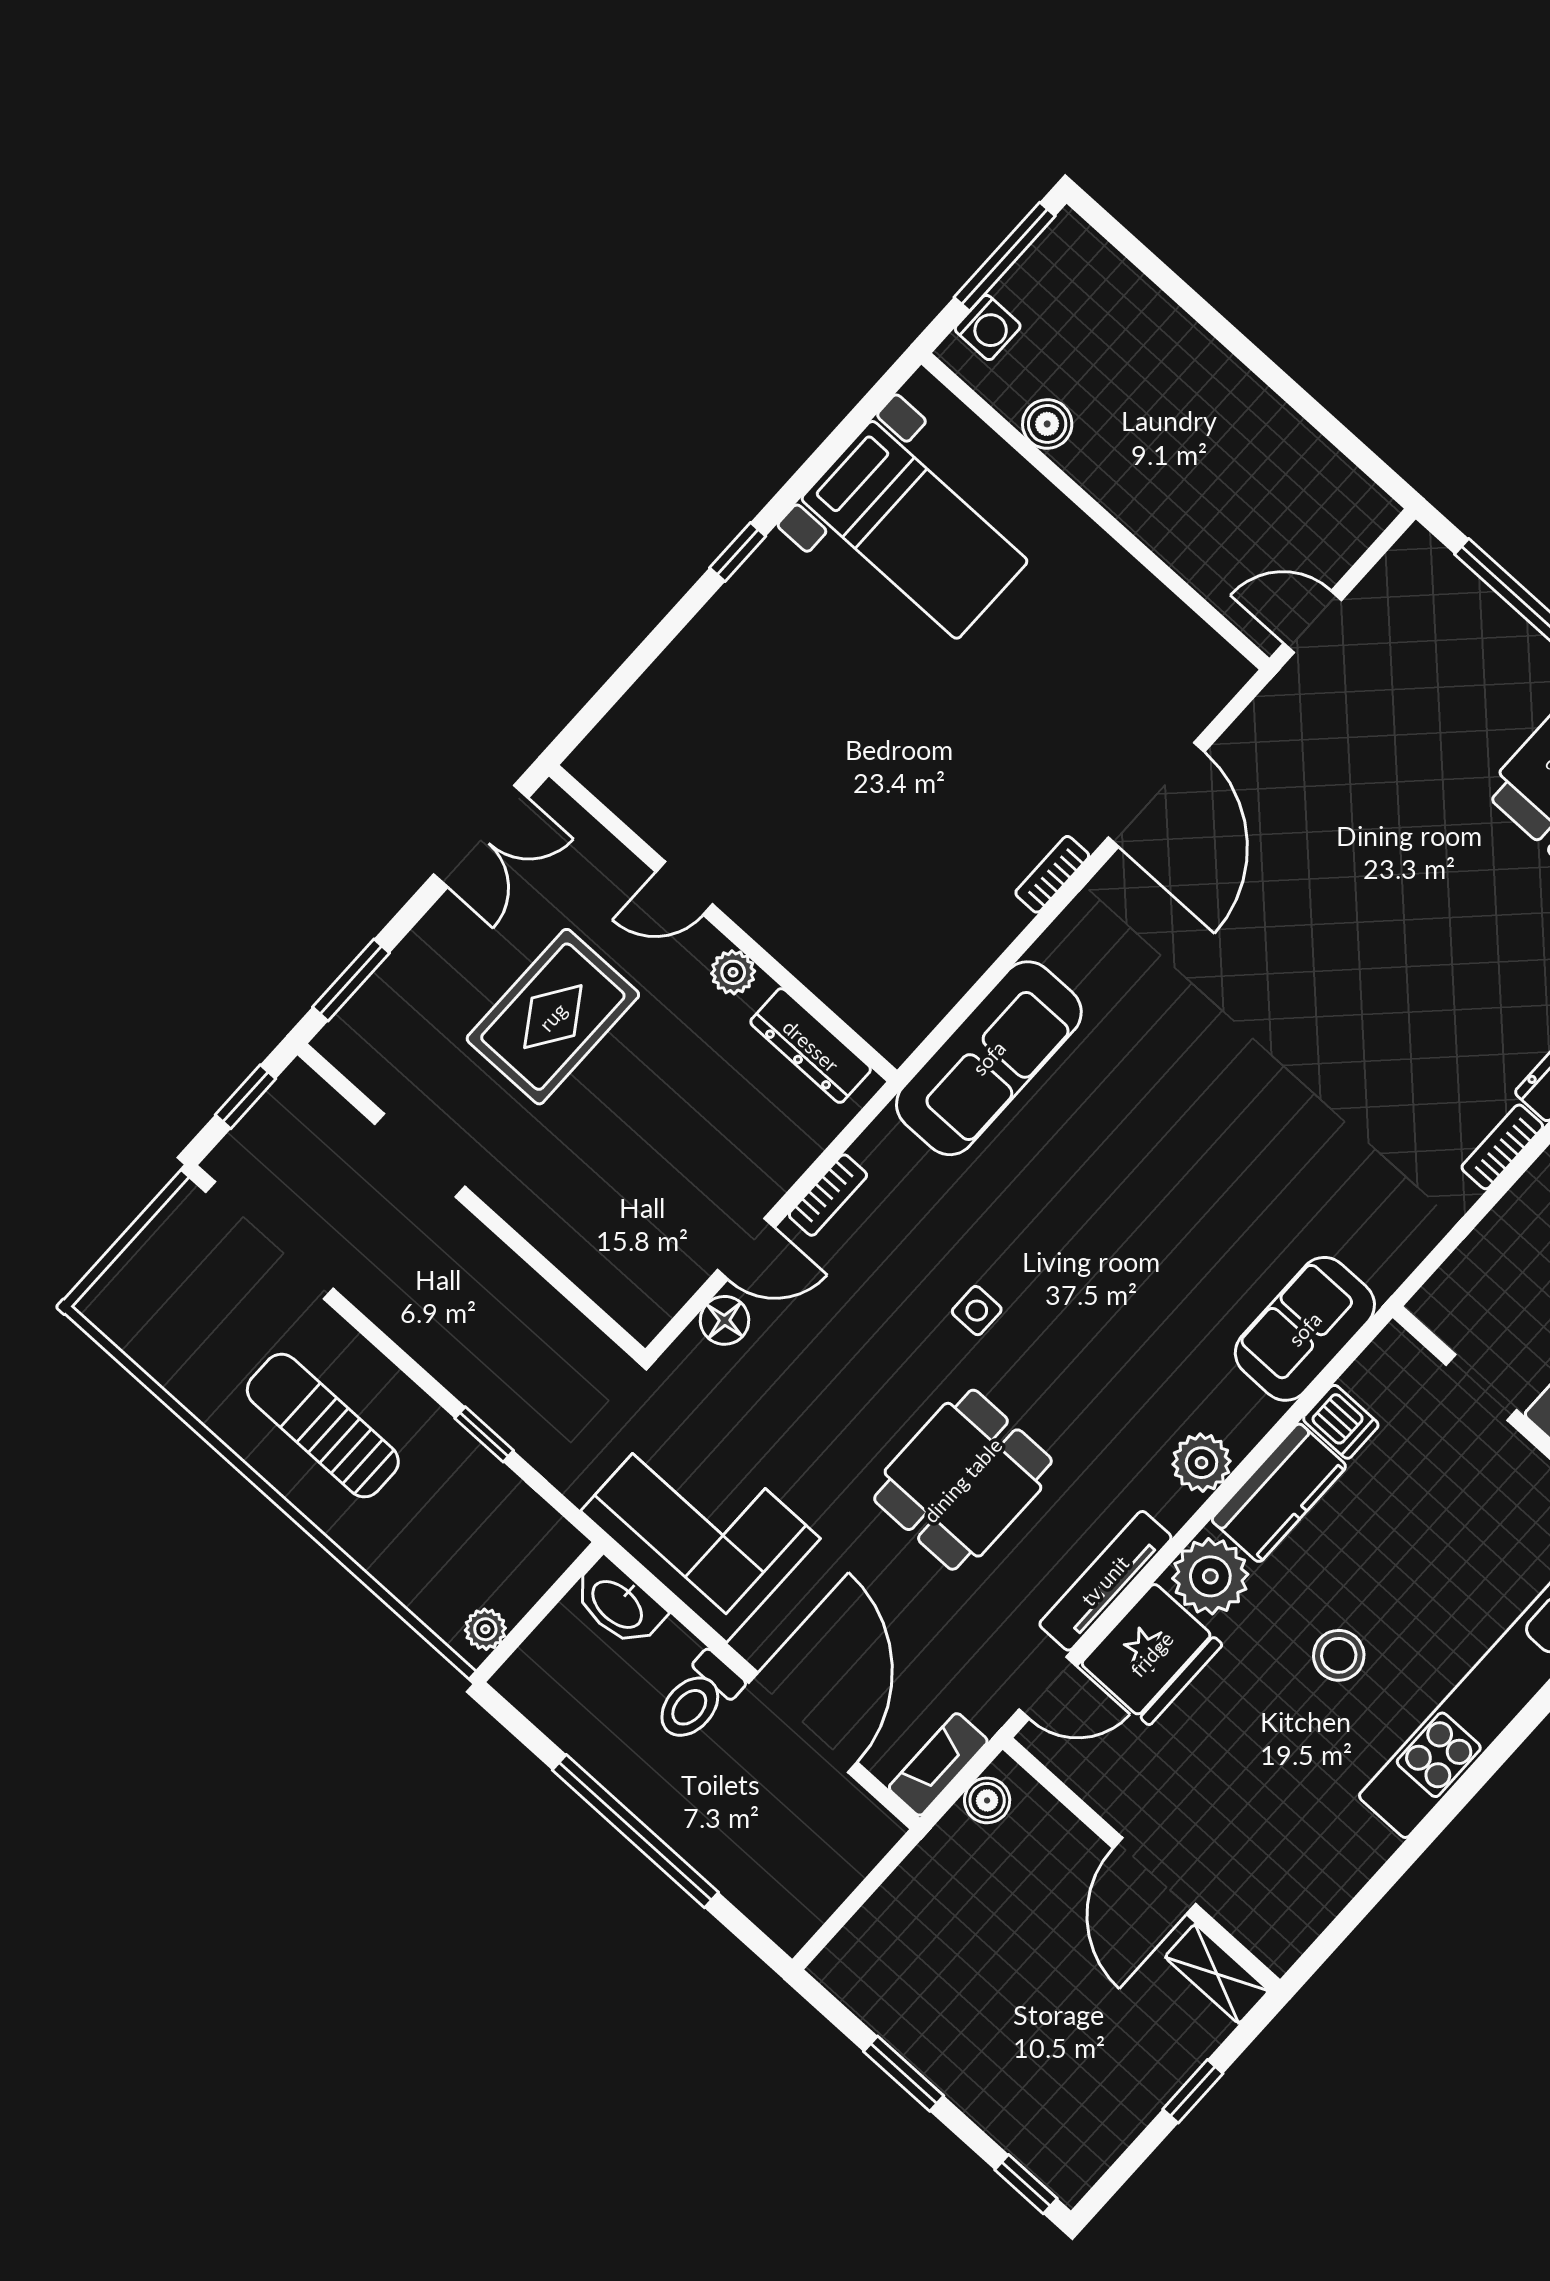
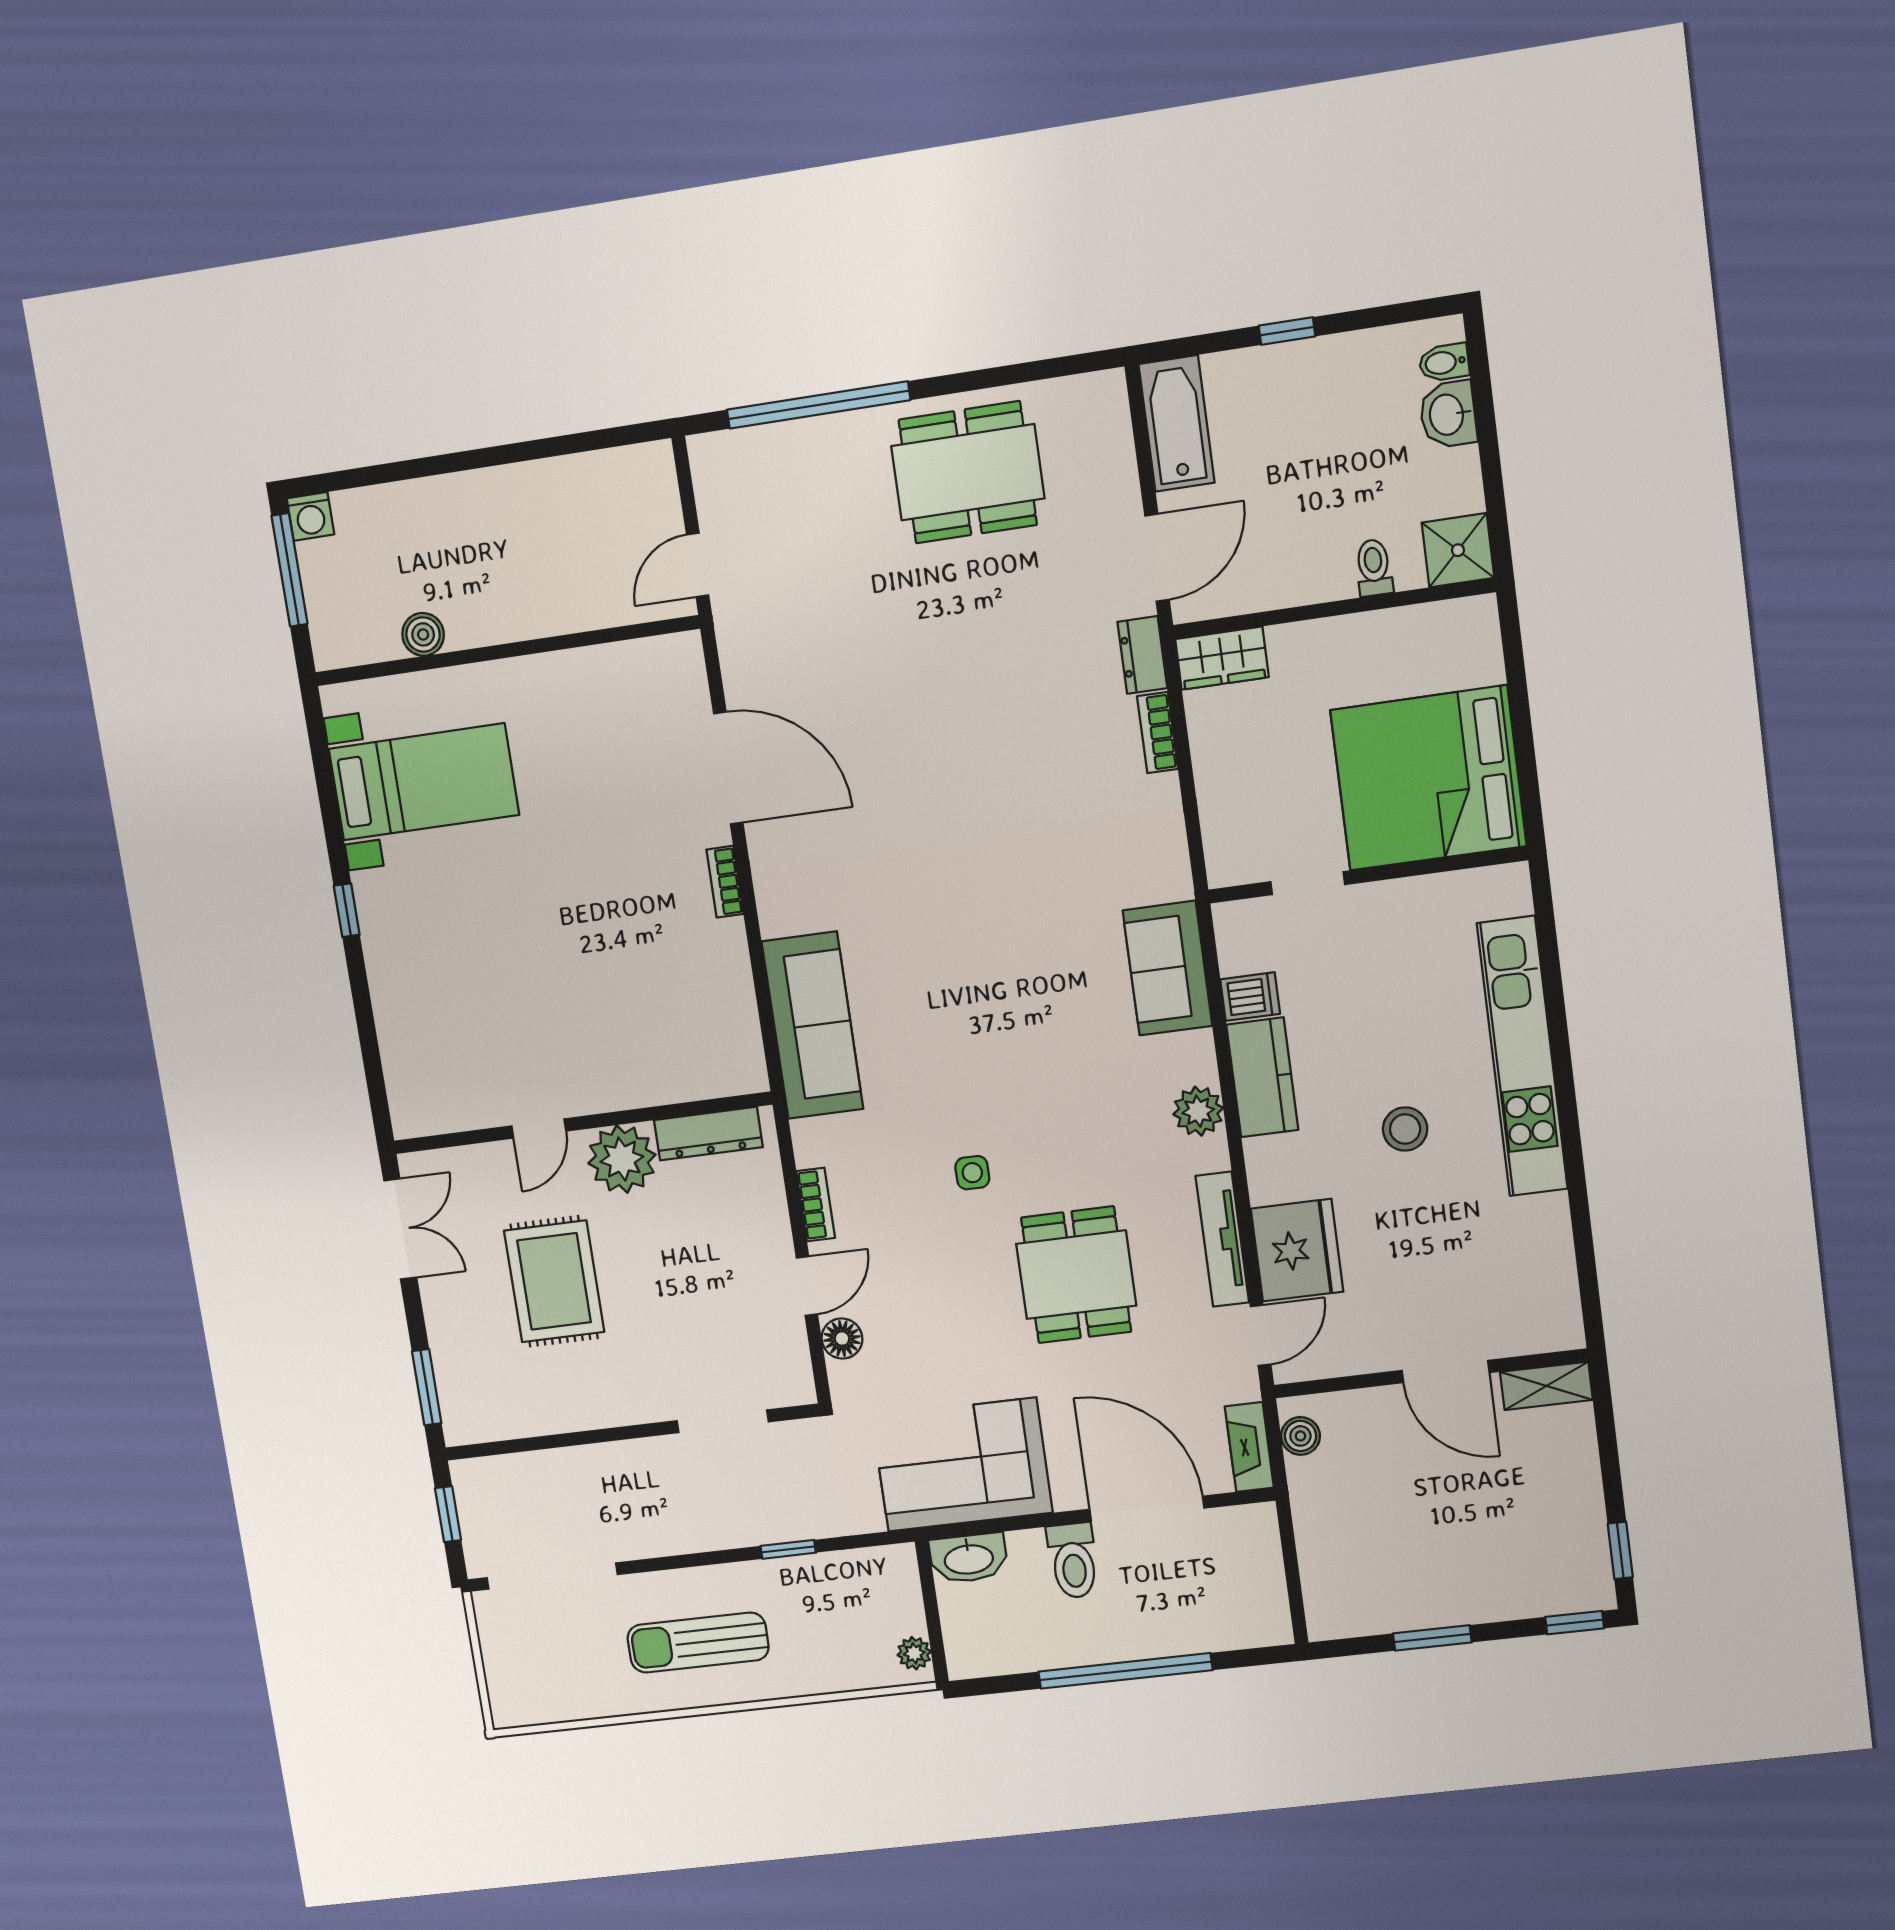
washing machine: (988, 328) -> (310, 516), moved, turned 90
plant: (733, 972) -> (622, 1159), width x1.87, depth x1.87
doorway: (420, 1155) -> (723, 1421), moved
plant: (1210, 1576) -> (1279, 1169), removed
window: (1193, 2091) -> (1620, 1550), moved

